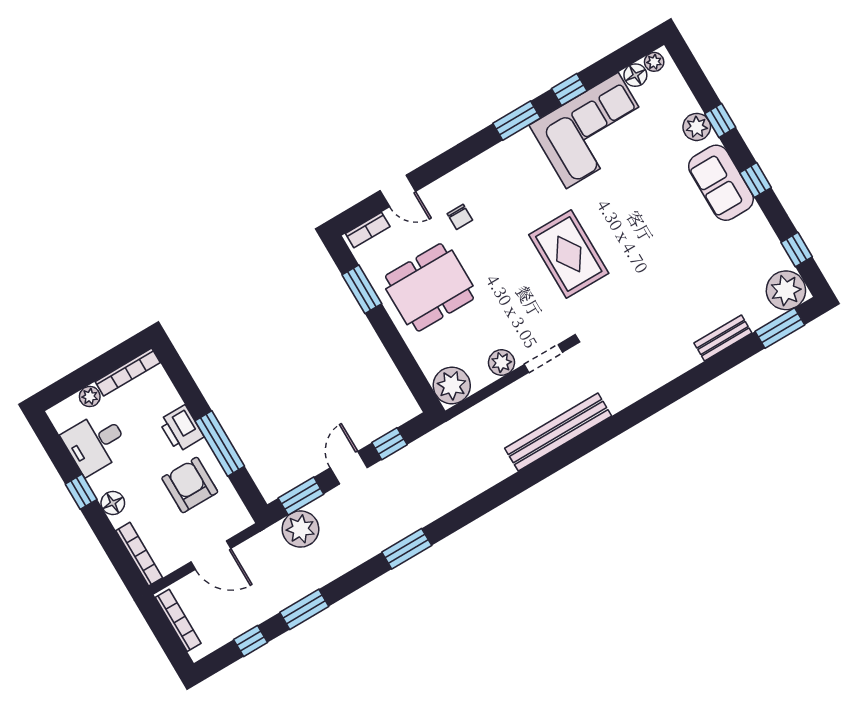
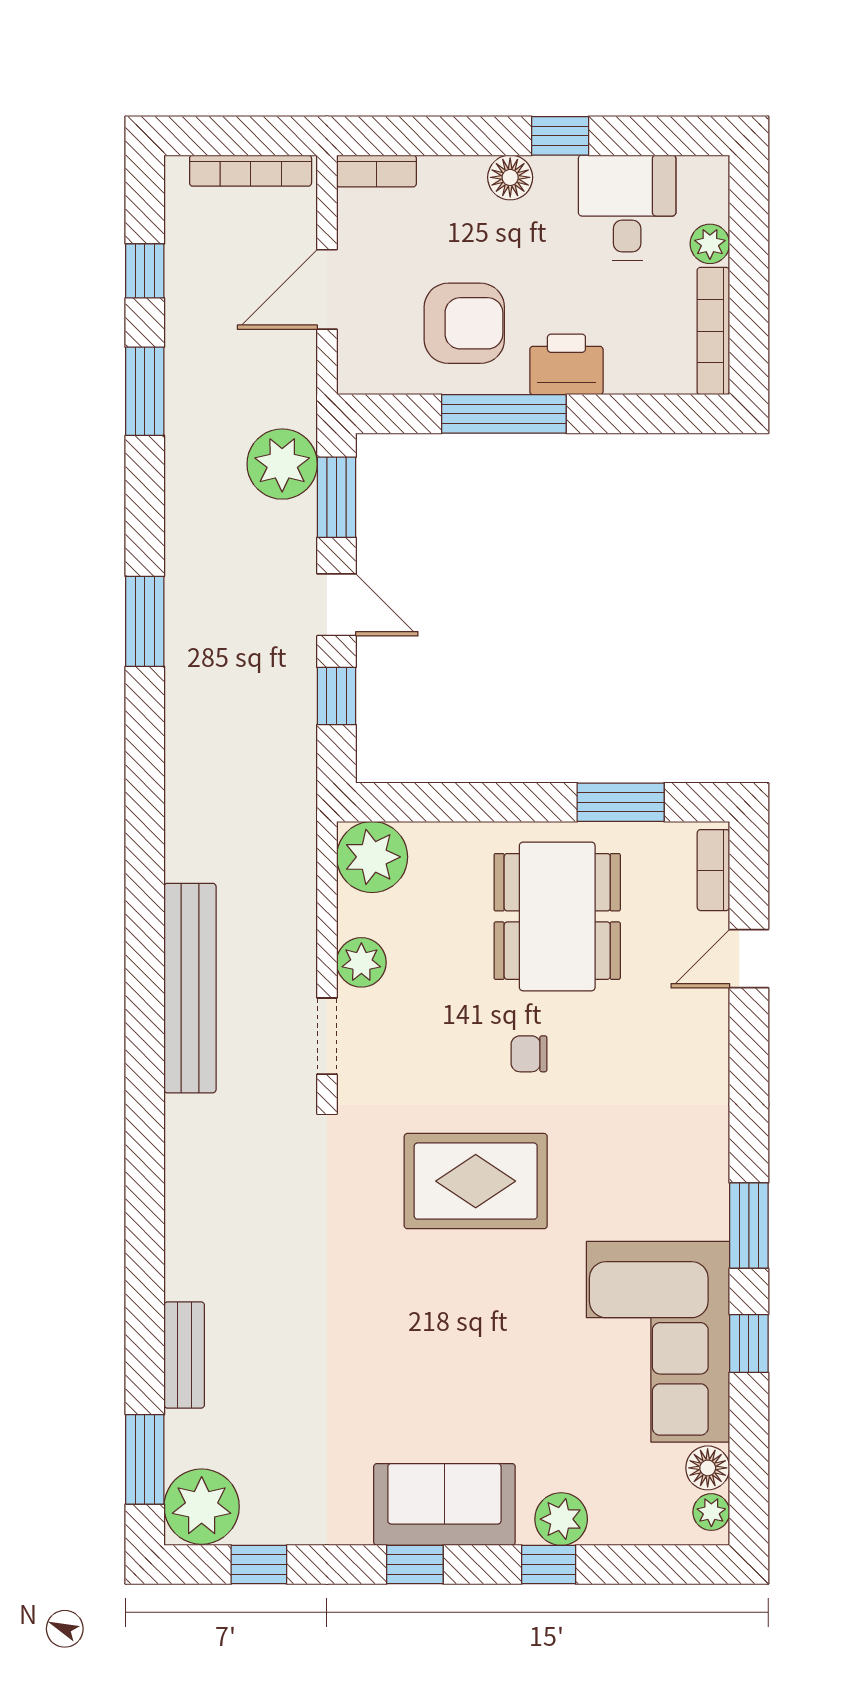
chair: (460, 217) -> (529, 1054), moved
bookcase: (139, 554) -> (376, 171), width x0.64

